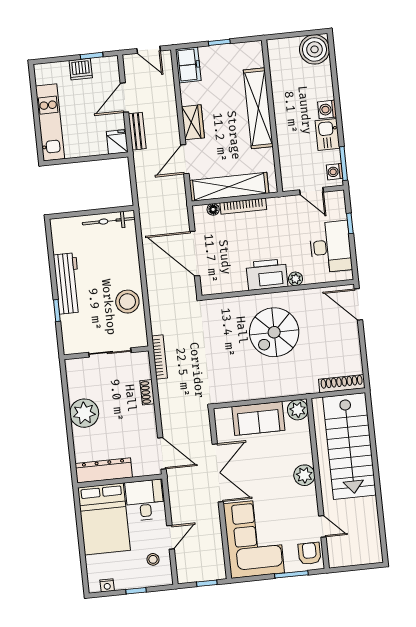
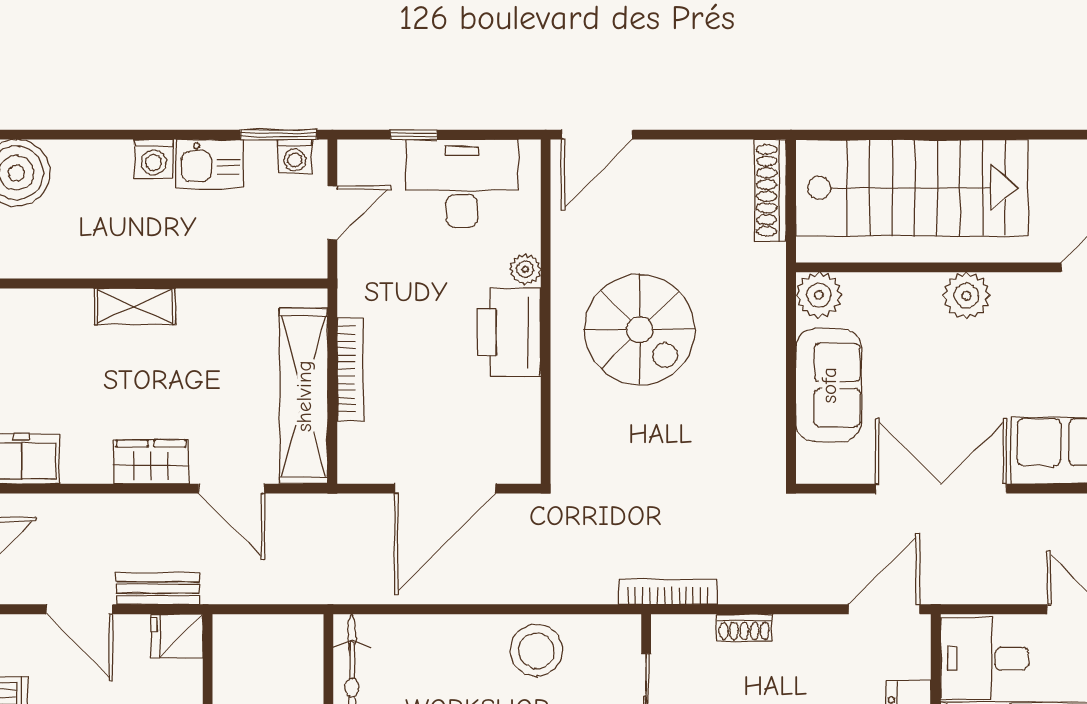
shelving: (258, 108) -> (135, 307), width x0.45, depth x0.75
floor lamp: (213, 209) -> (351, 437), removed

